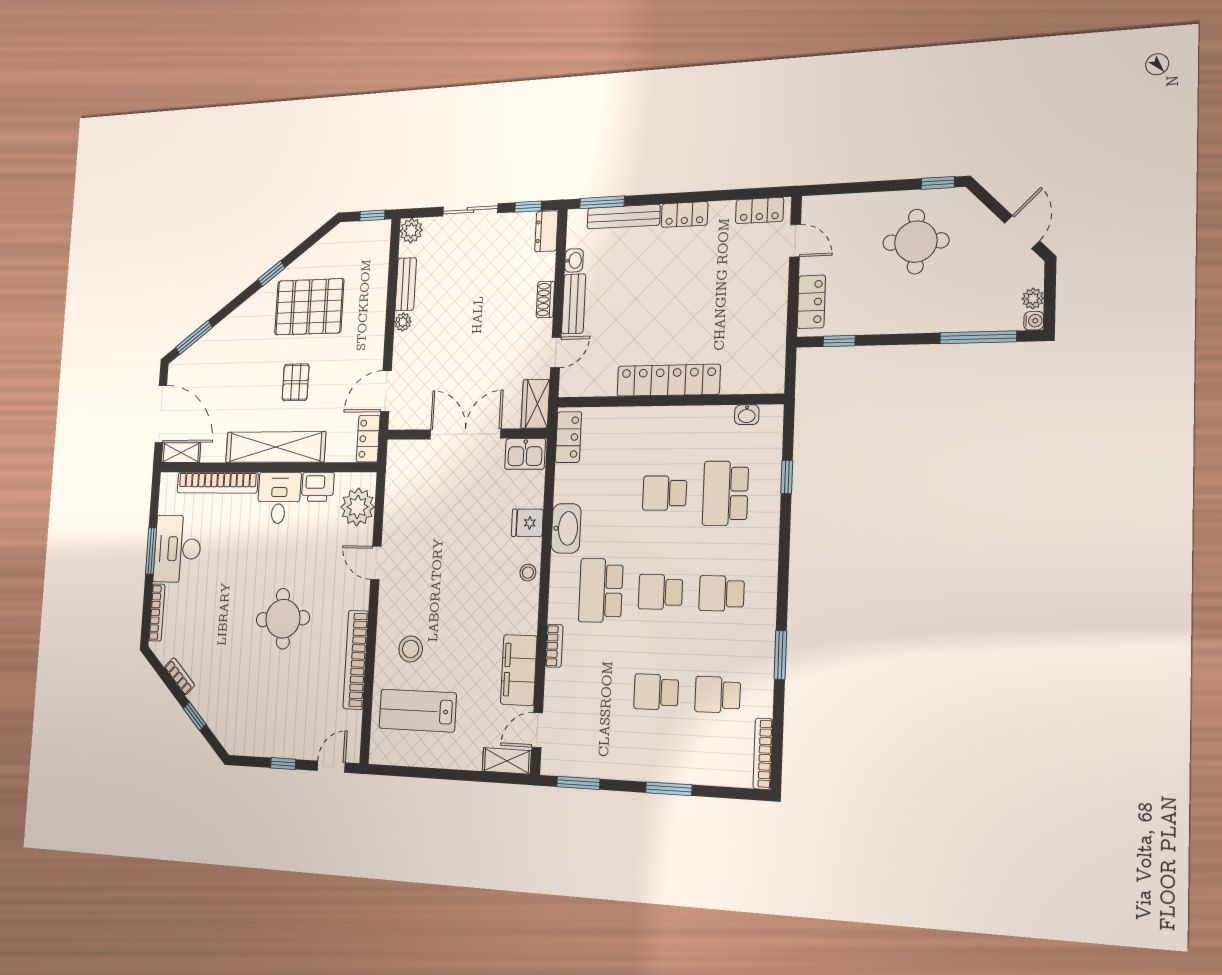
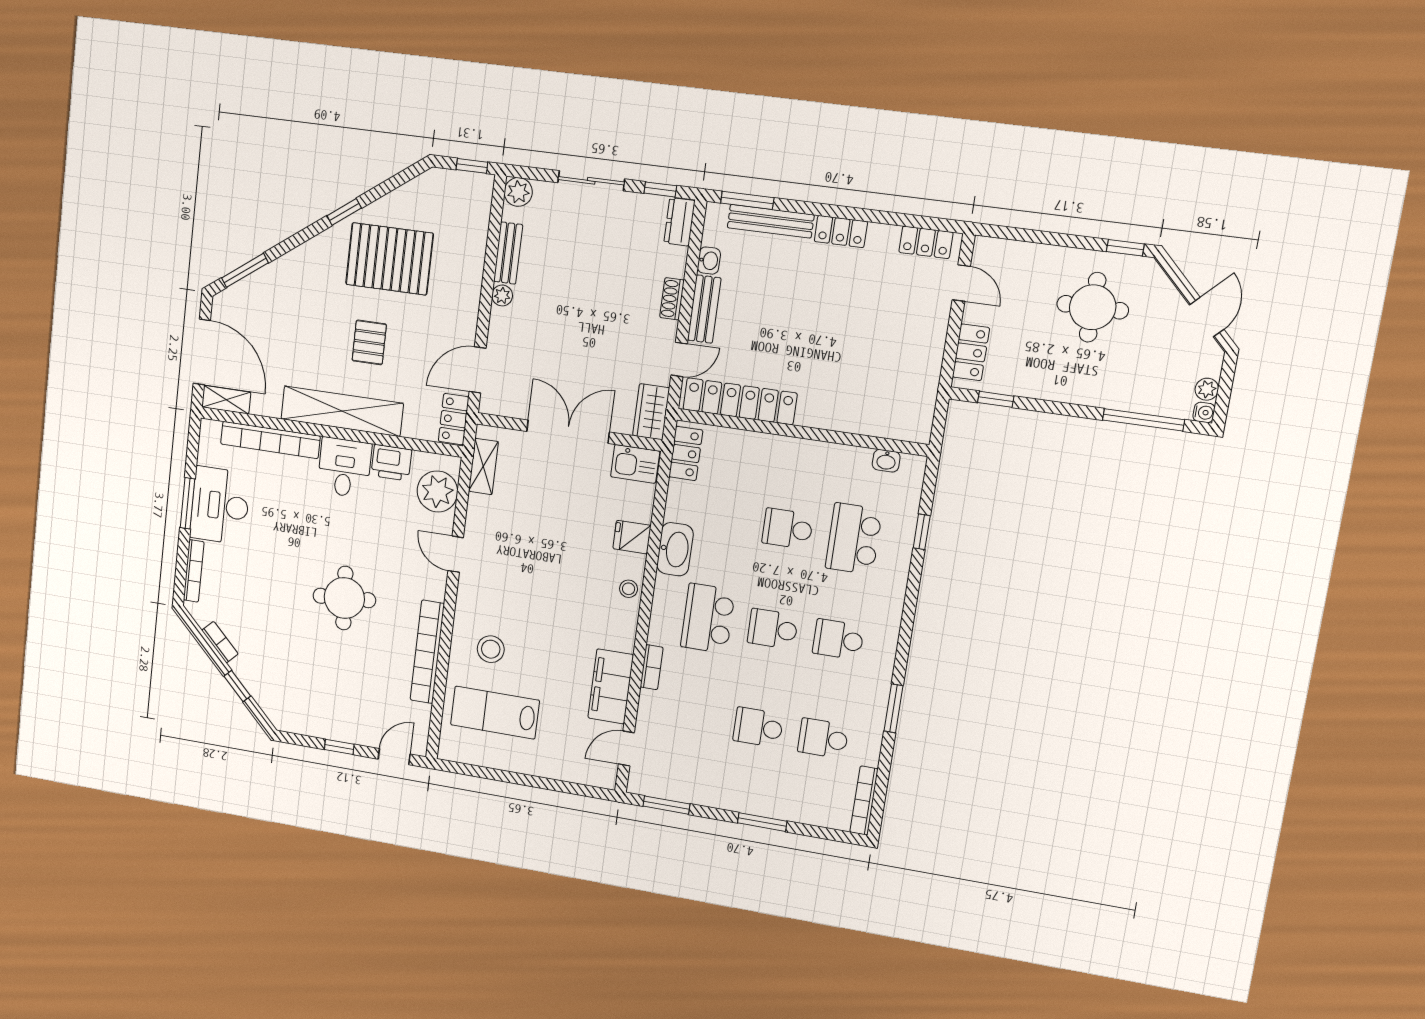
locker: (668, 380) -> (740, 401), moved
shelving: (507, 761) -> (483, 466), moved, turned 90

